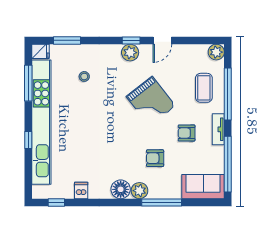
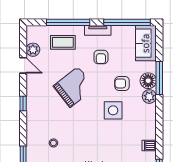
door: (162, 40) -> (23, 65), moved
plant: (216, 52) -> (33, 50), moved
plant: (130, 53) -> (33, 104), removed
side table: (123, 147) -> (113, 110), added
armchair: (155, 158) -> (122, 83), turned 90
floor lamp: (121, 189) -> (148, 81), moved

